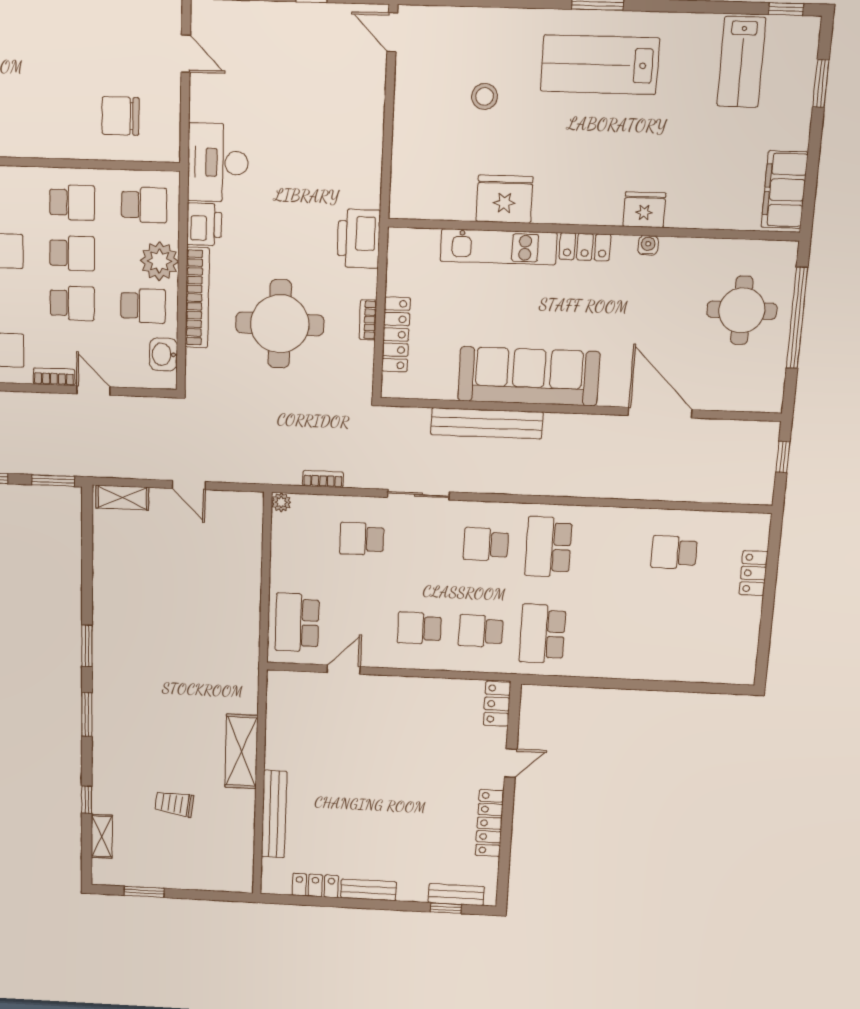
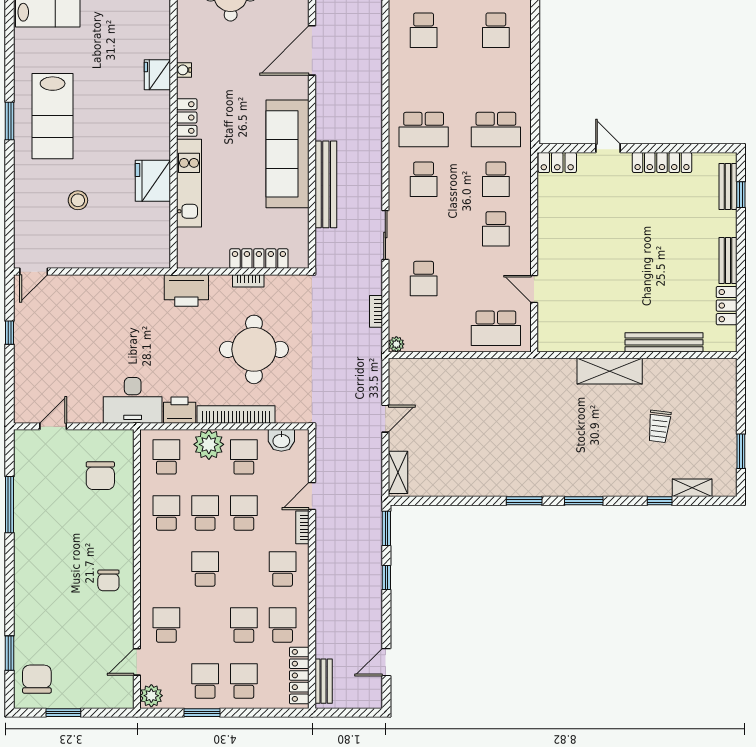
school desk: (666, 640) -> (496, 30), added

